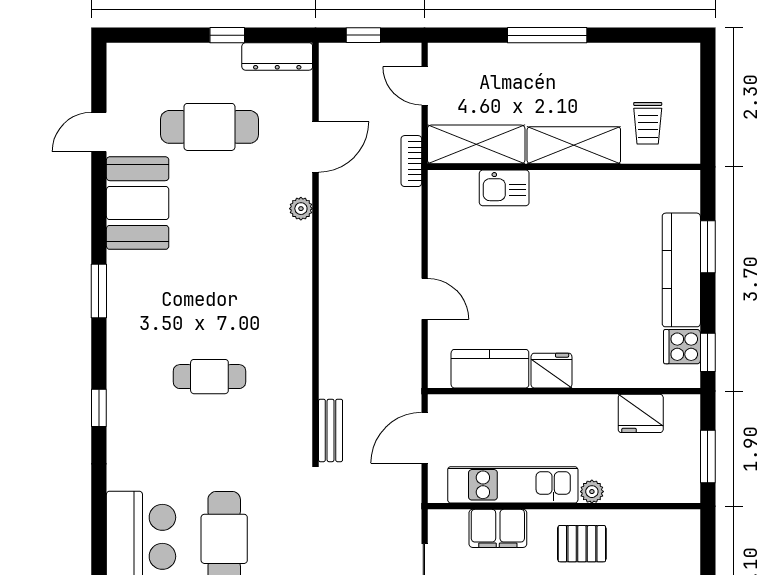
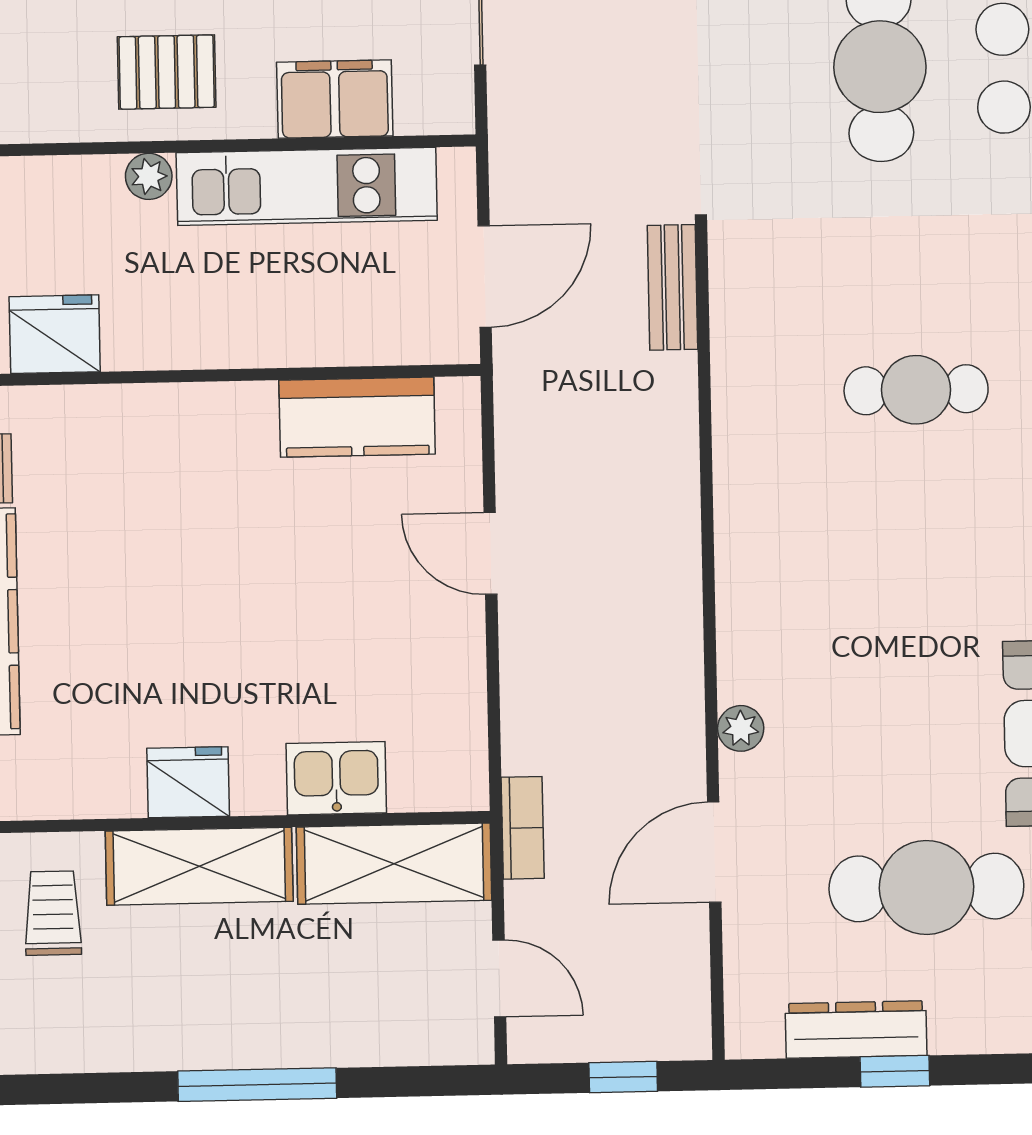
dresser: (277, 56) -> (856, 1029), moved
fridge: (551, 371) -> (188, 782), moved, turned 180

